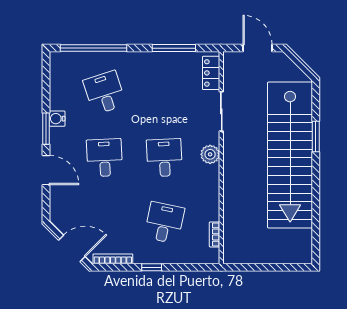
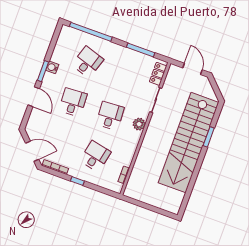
desk: (105, 93) -> (88, 62), turned 36

